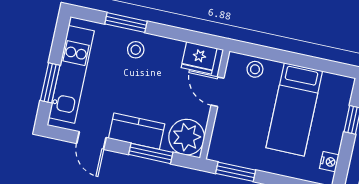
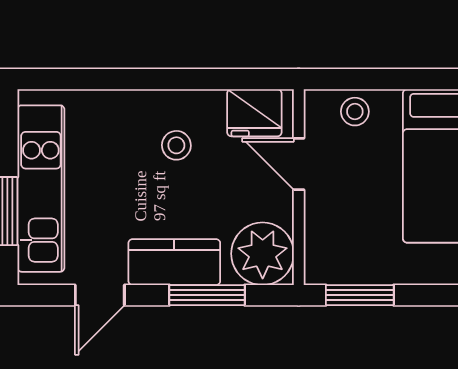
window: (126, 23) -> (115, 79), removed
stool: (136, 50) -> (176, 145), moved
door: (91, 141) -> (100, 295), hinge flipped

